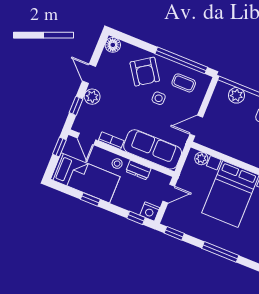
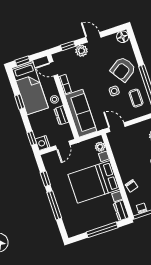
door: (89, 74) -> (93, 37), hinge flipped
door: (87, 139) -> (53, 69), hinge flipped
window: (59, 147) -> (22, 61), moved
door: (169, 194) -> (63, 145), hinge flipped
window: (174, 233) -> (45, 179), moved

